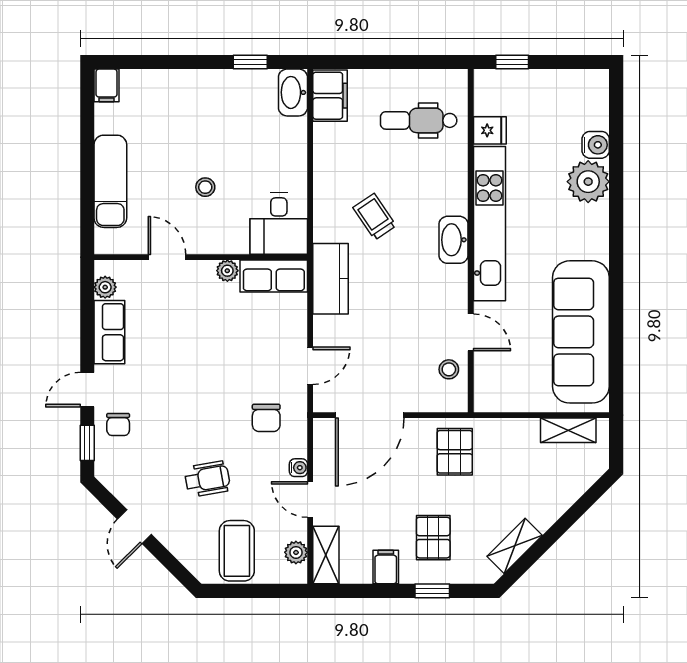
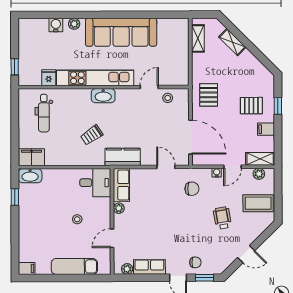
plant: (588, 182) -> (74, 24), width x0.53, depth x0.53
sofa: (581, 332) -> (121, 32), moved
pallet: (455, 452) -> (209, 95), turned 90
shelving: (515, 546) -> (232, 42), moved

